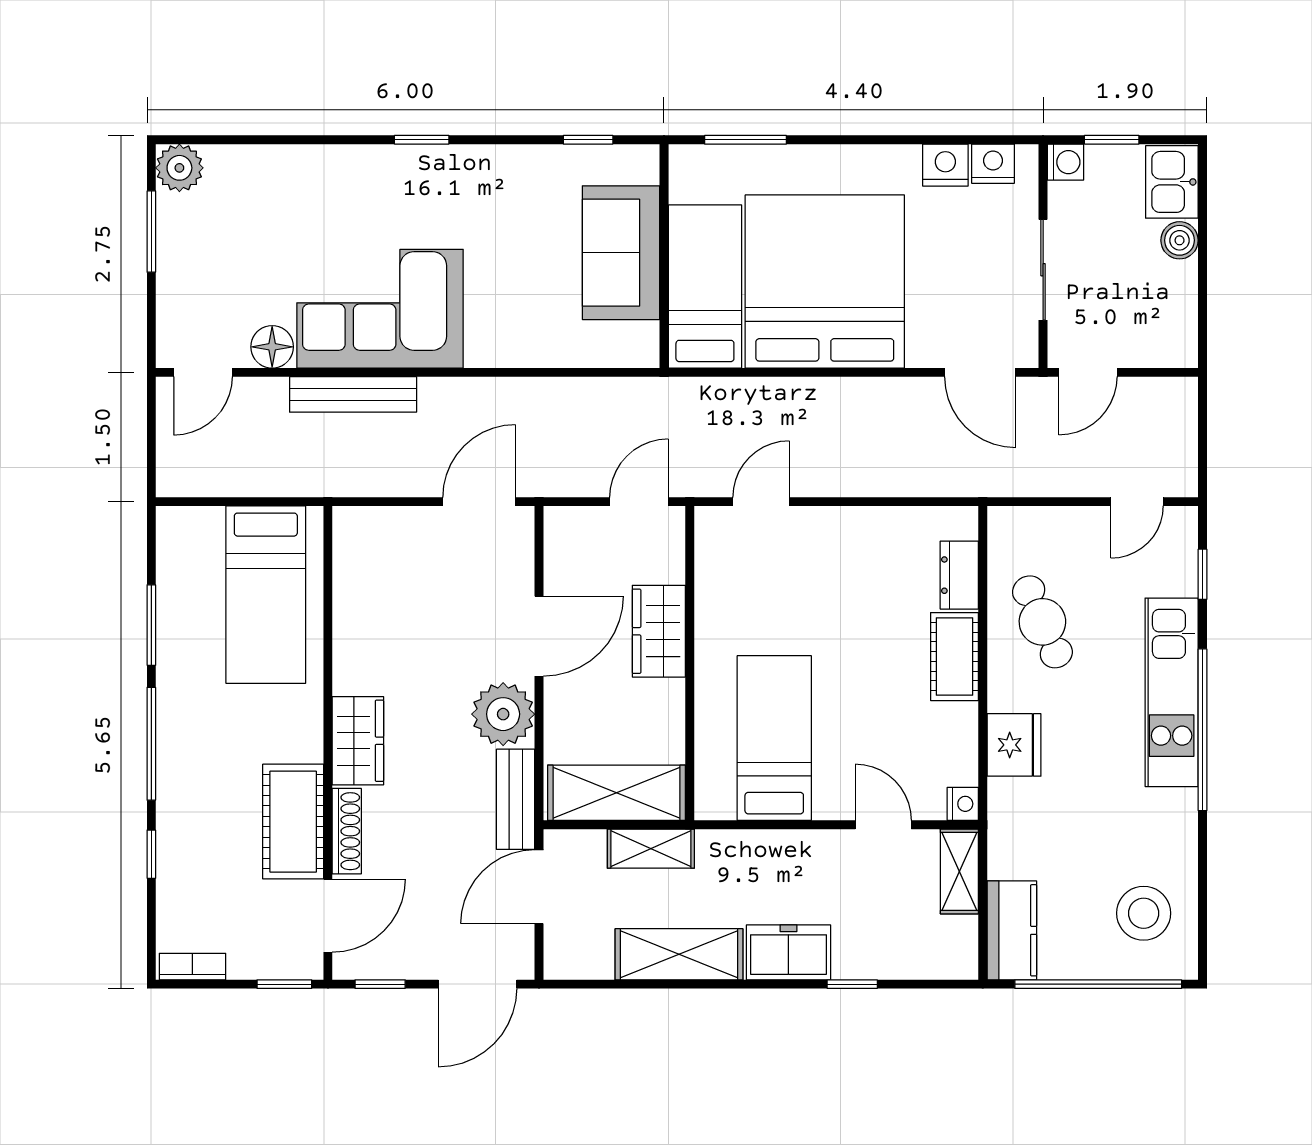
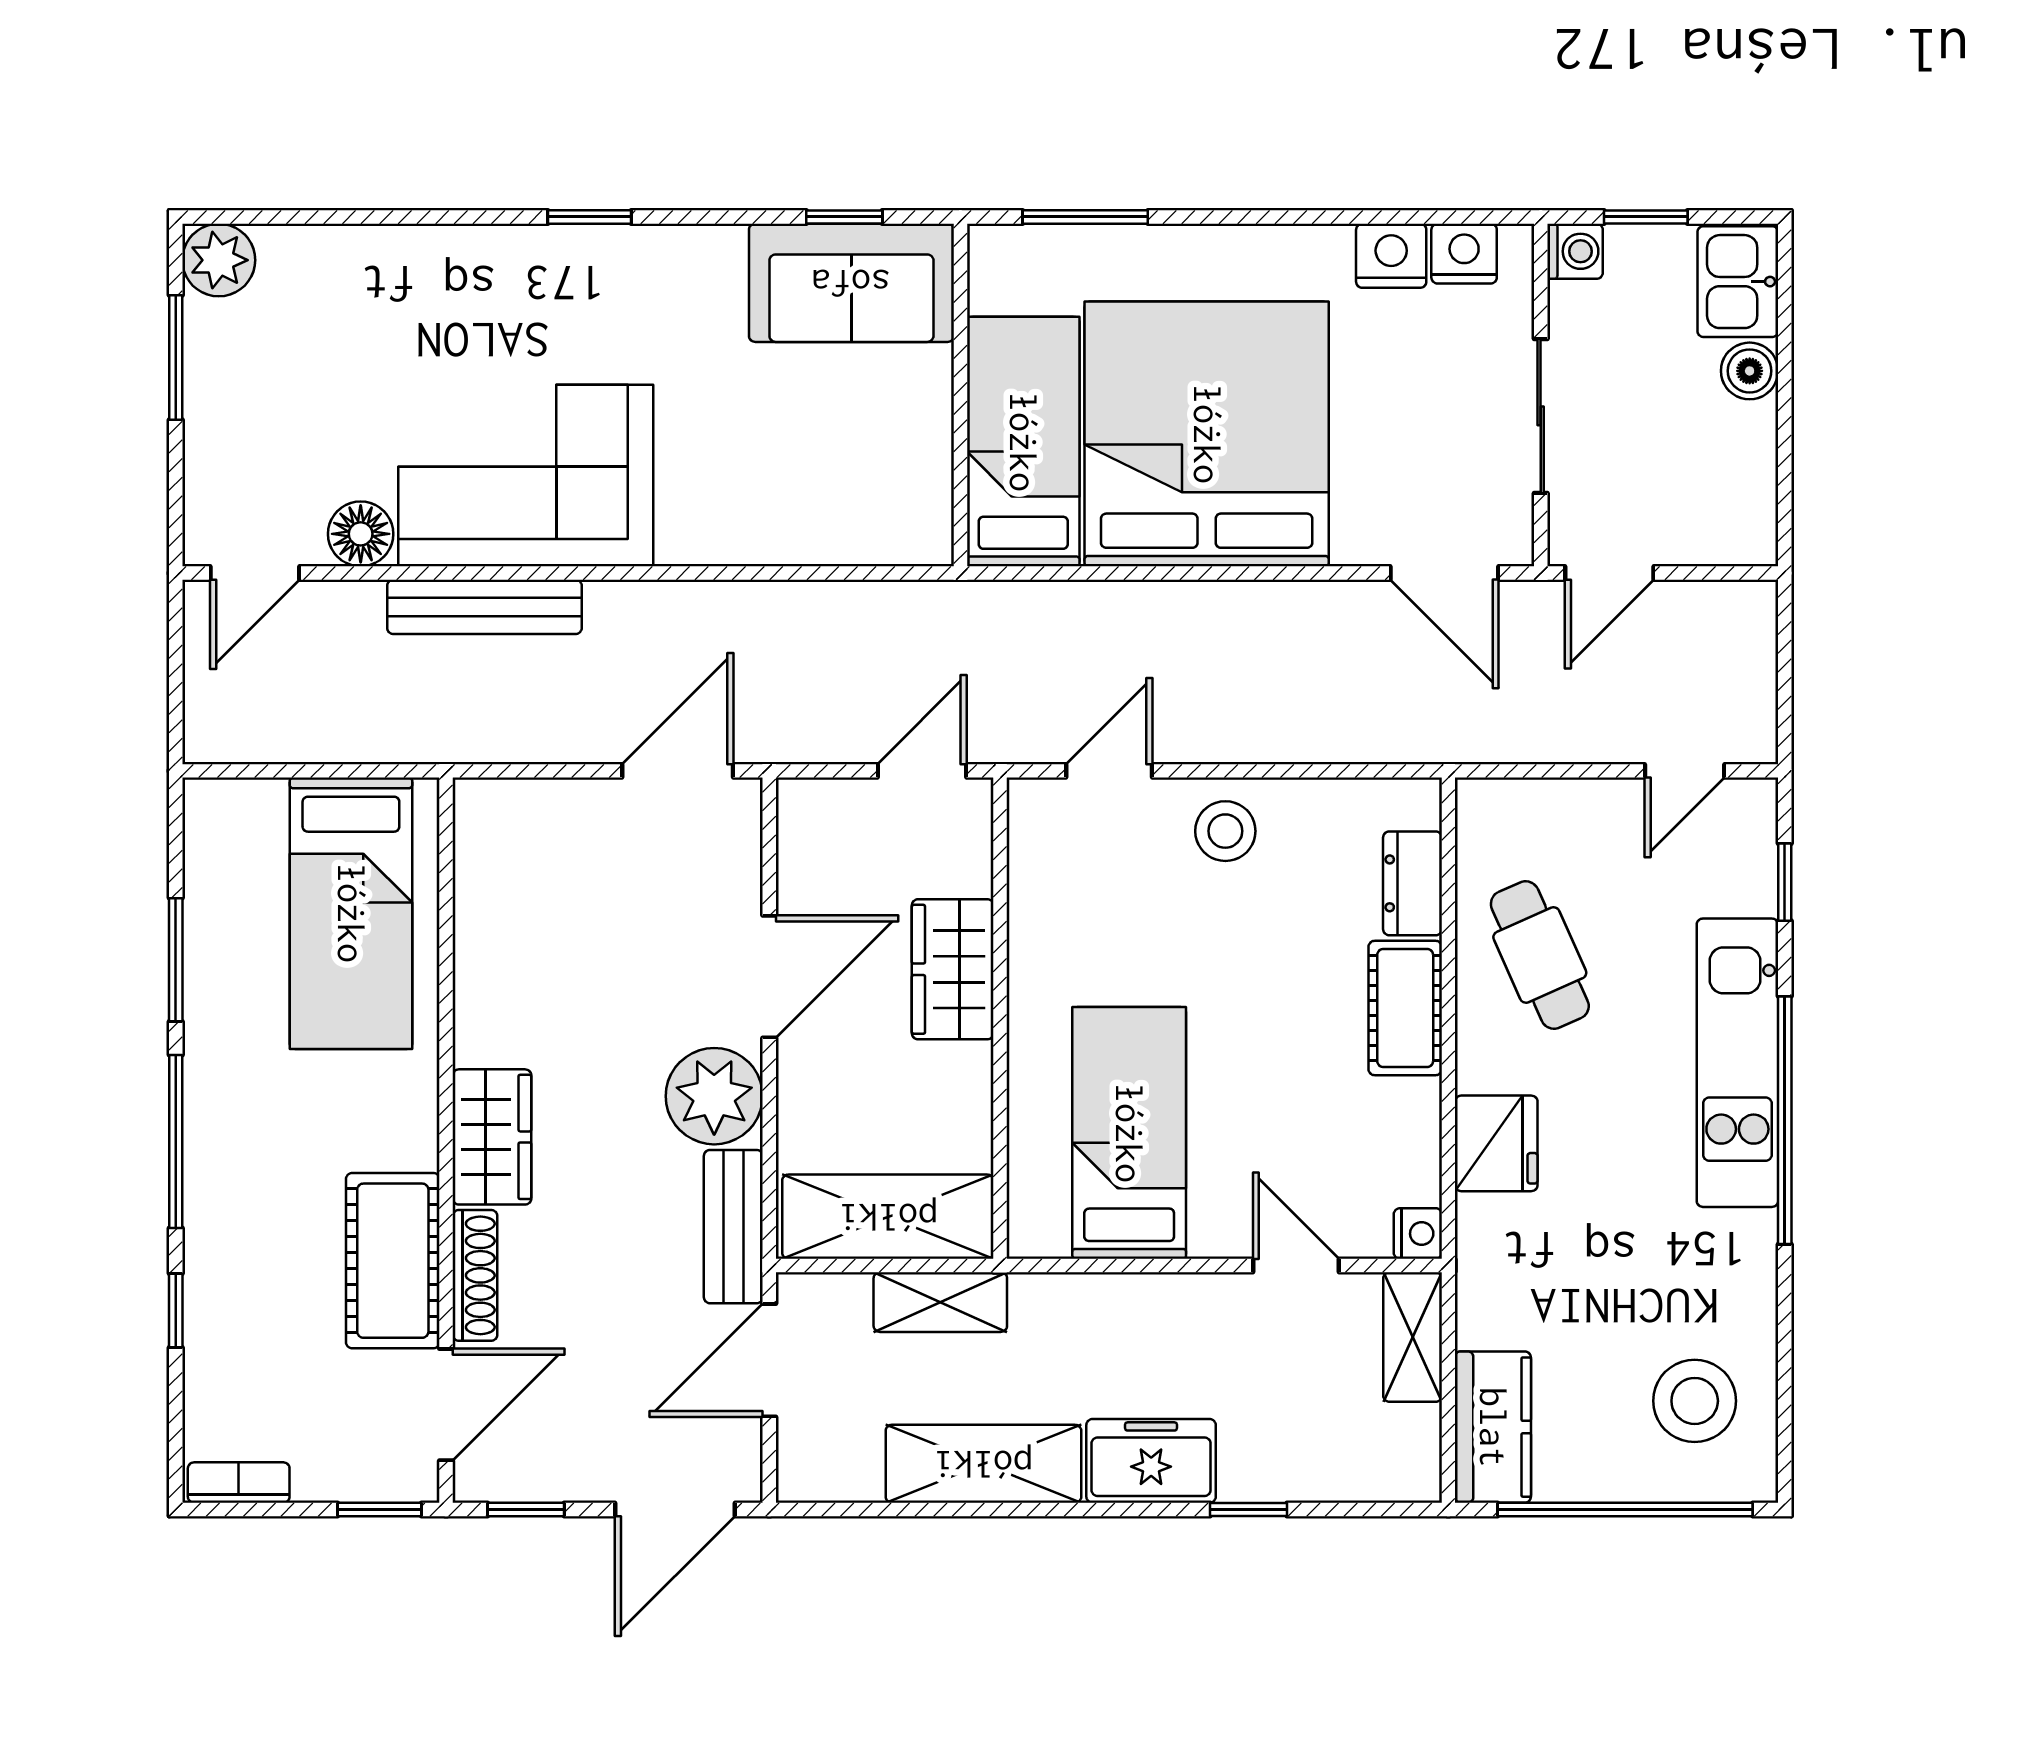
sofa: (621, 253) -> (851, 283), moved, turned -90
stool: (837, 541) -> (1225, 831), added

